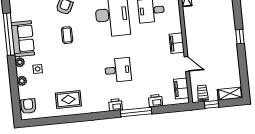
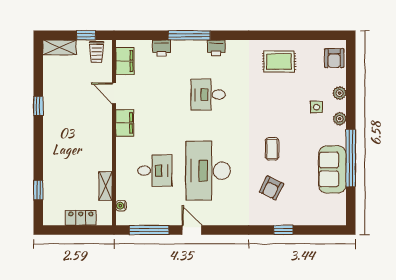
window: (240, 37) -> (38, 106), moved
sofa: (23, 39) -> (332, 169), moved

